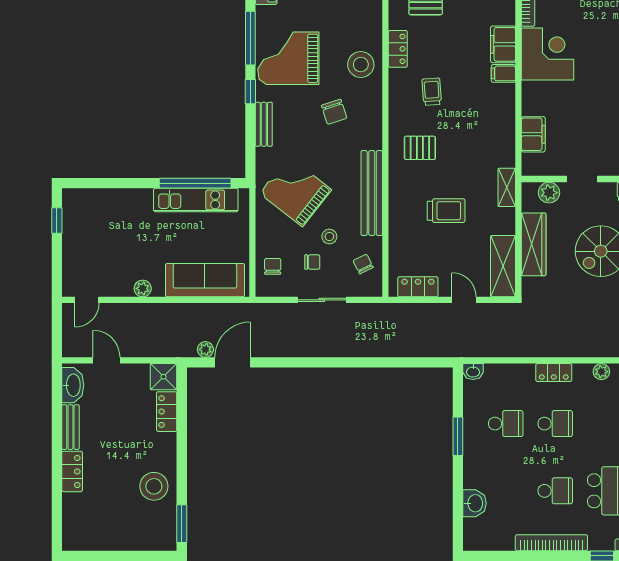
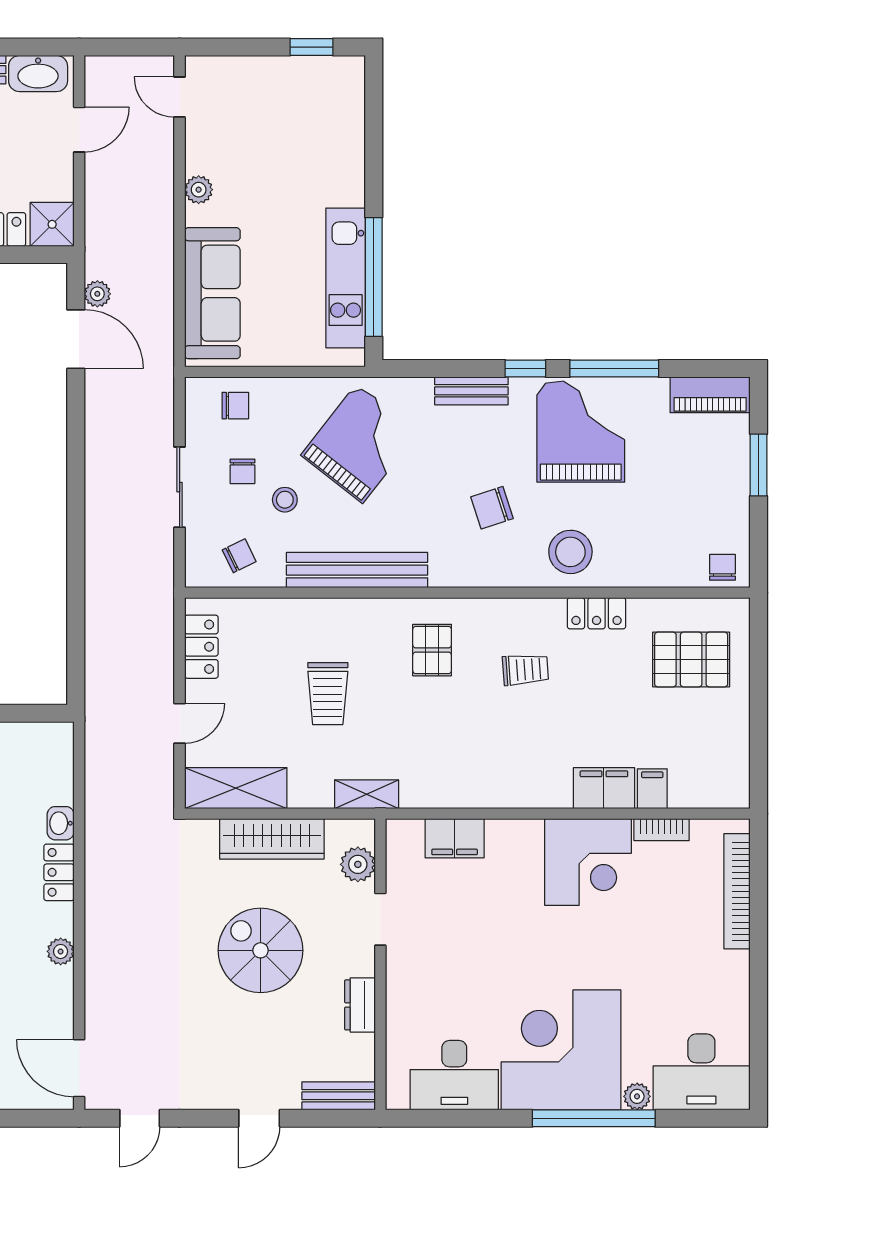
filing cabinet: (503, 73) -> (652, 789), moved
washbasin: (473, 372) -> (61, 823), moved

